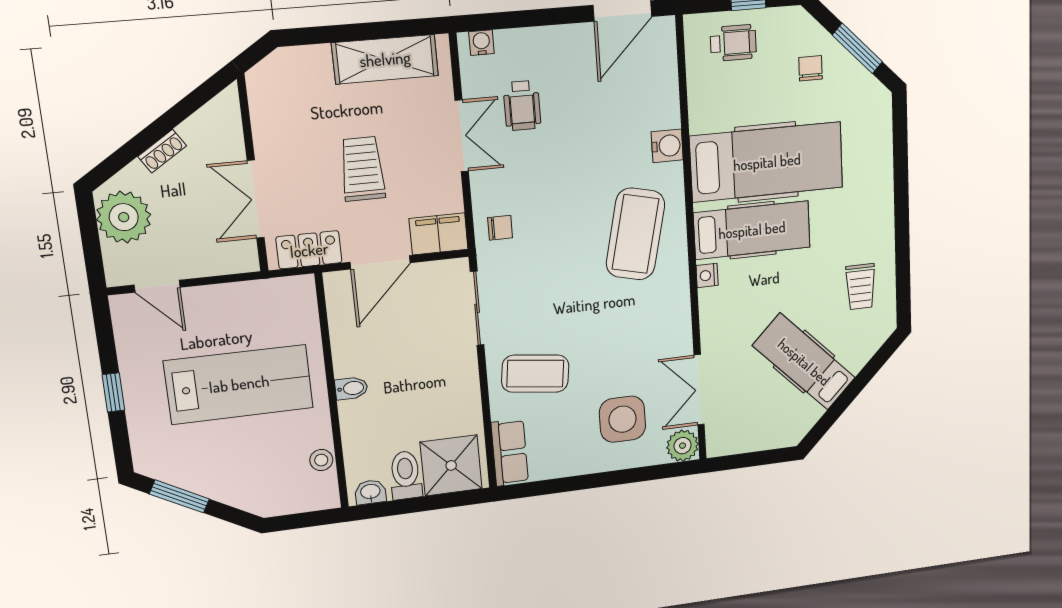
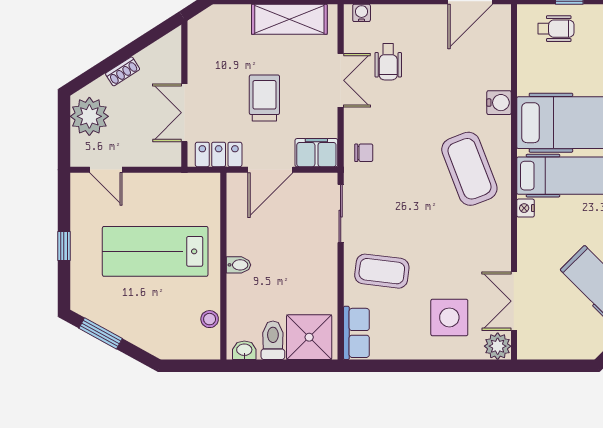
coffee table: (635, 234) -> (469, 169), turned -34
lab bench: (239, 384) -> (155, 251), turned 180

